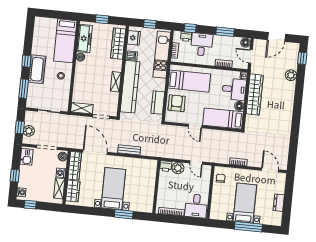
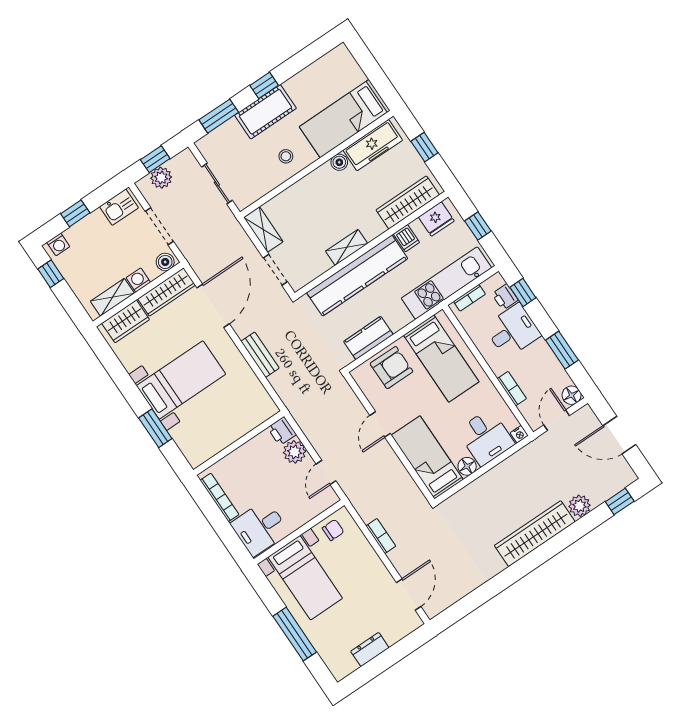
wardrobe: (255, 95) -> (535, 534), moved, turned 180
bed with nightstands: (245, 203) -> (305, 578), moved, turned 90

